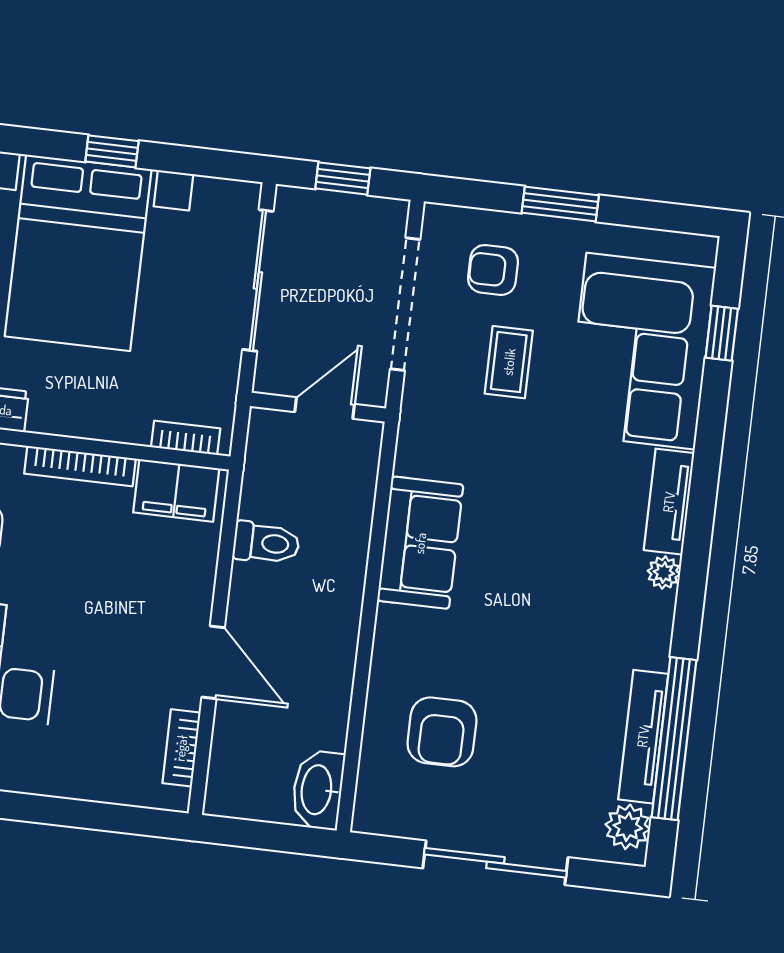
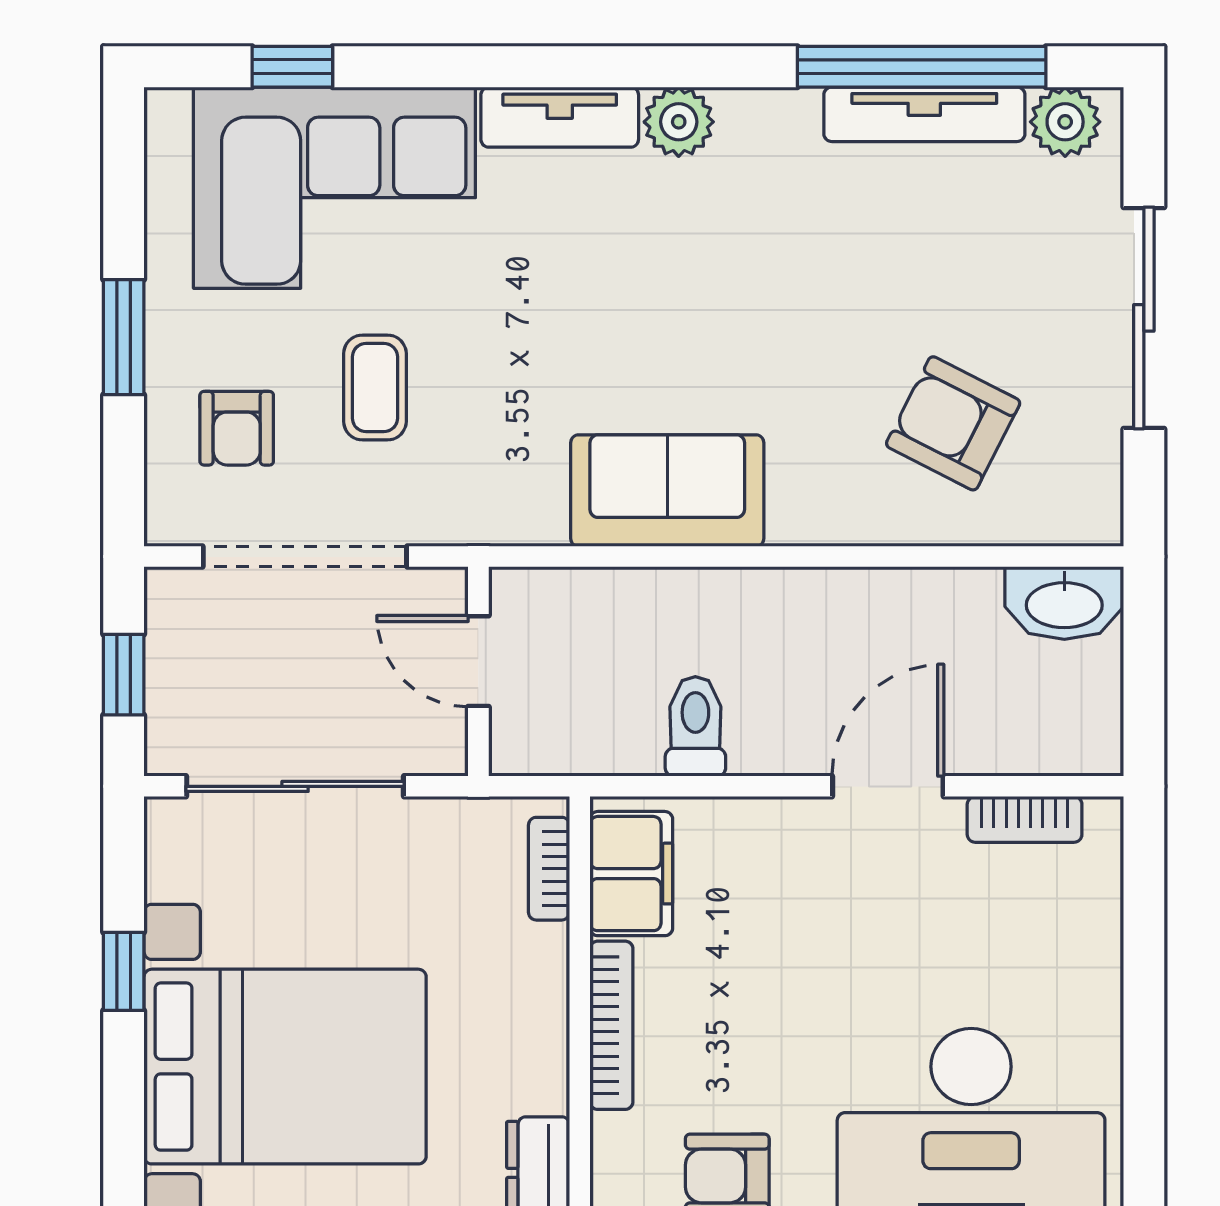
window: (112, 151) -> (124, 971), moved
coffee table: (509, 362) -> (375, 388), turned 90
plant: (664, 573) -> (679, 122), width x1.38, depth x1.38
armchair: (442, 732) -> (953, 423), turned -153

